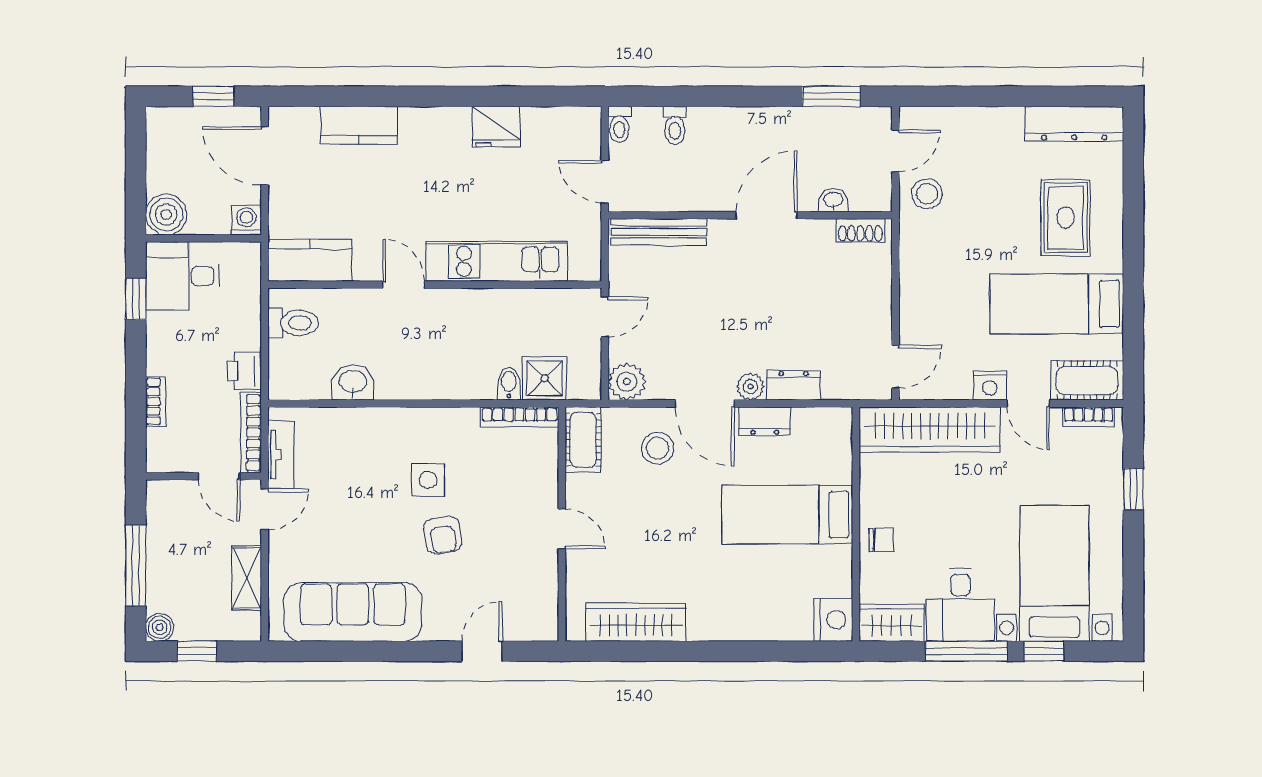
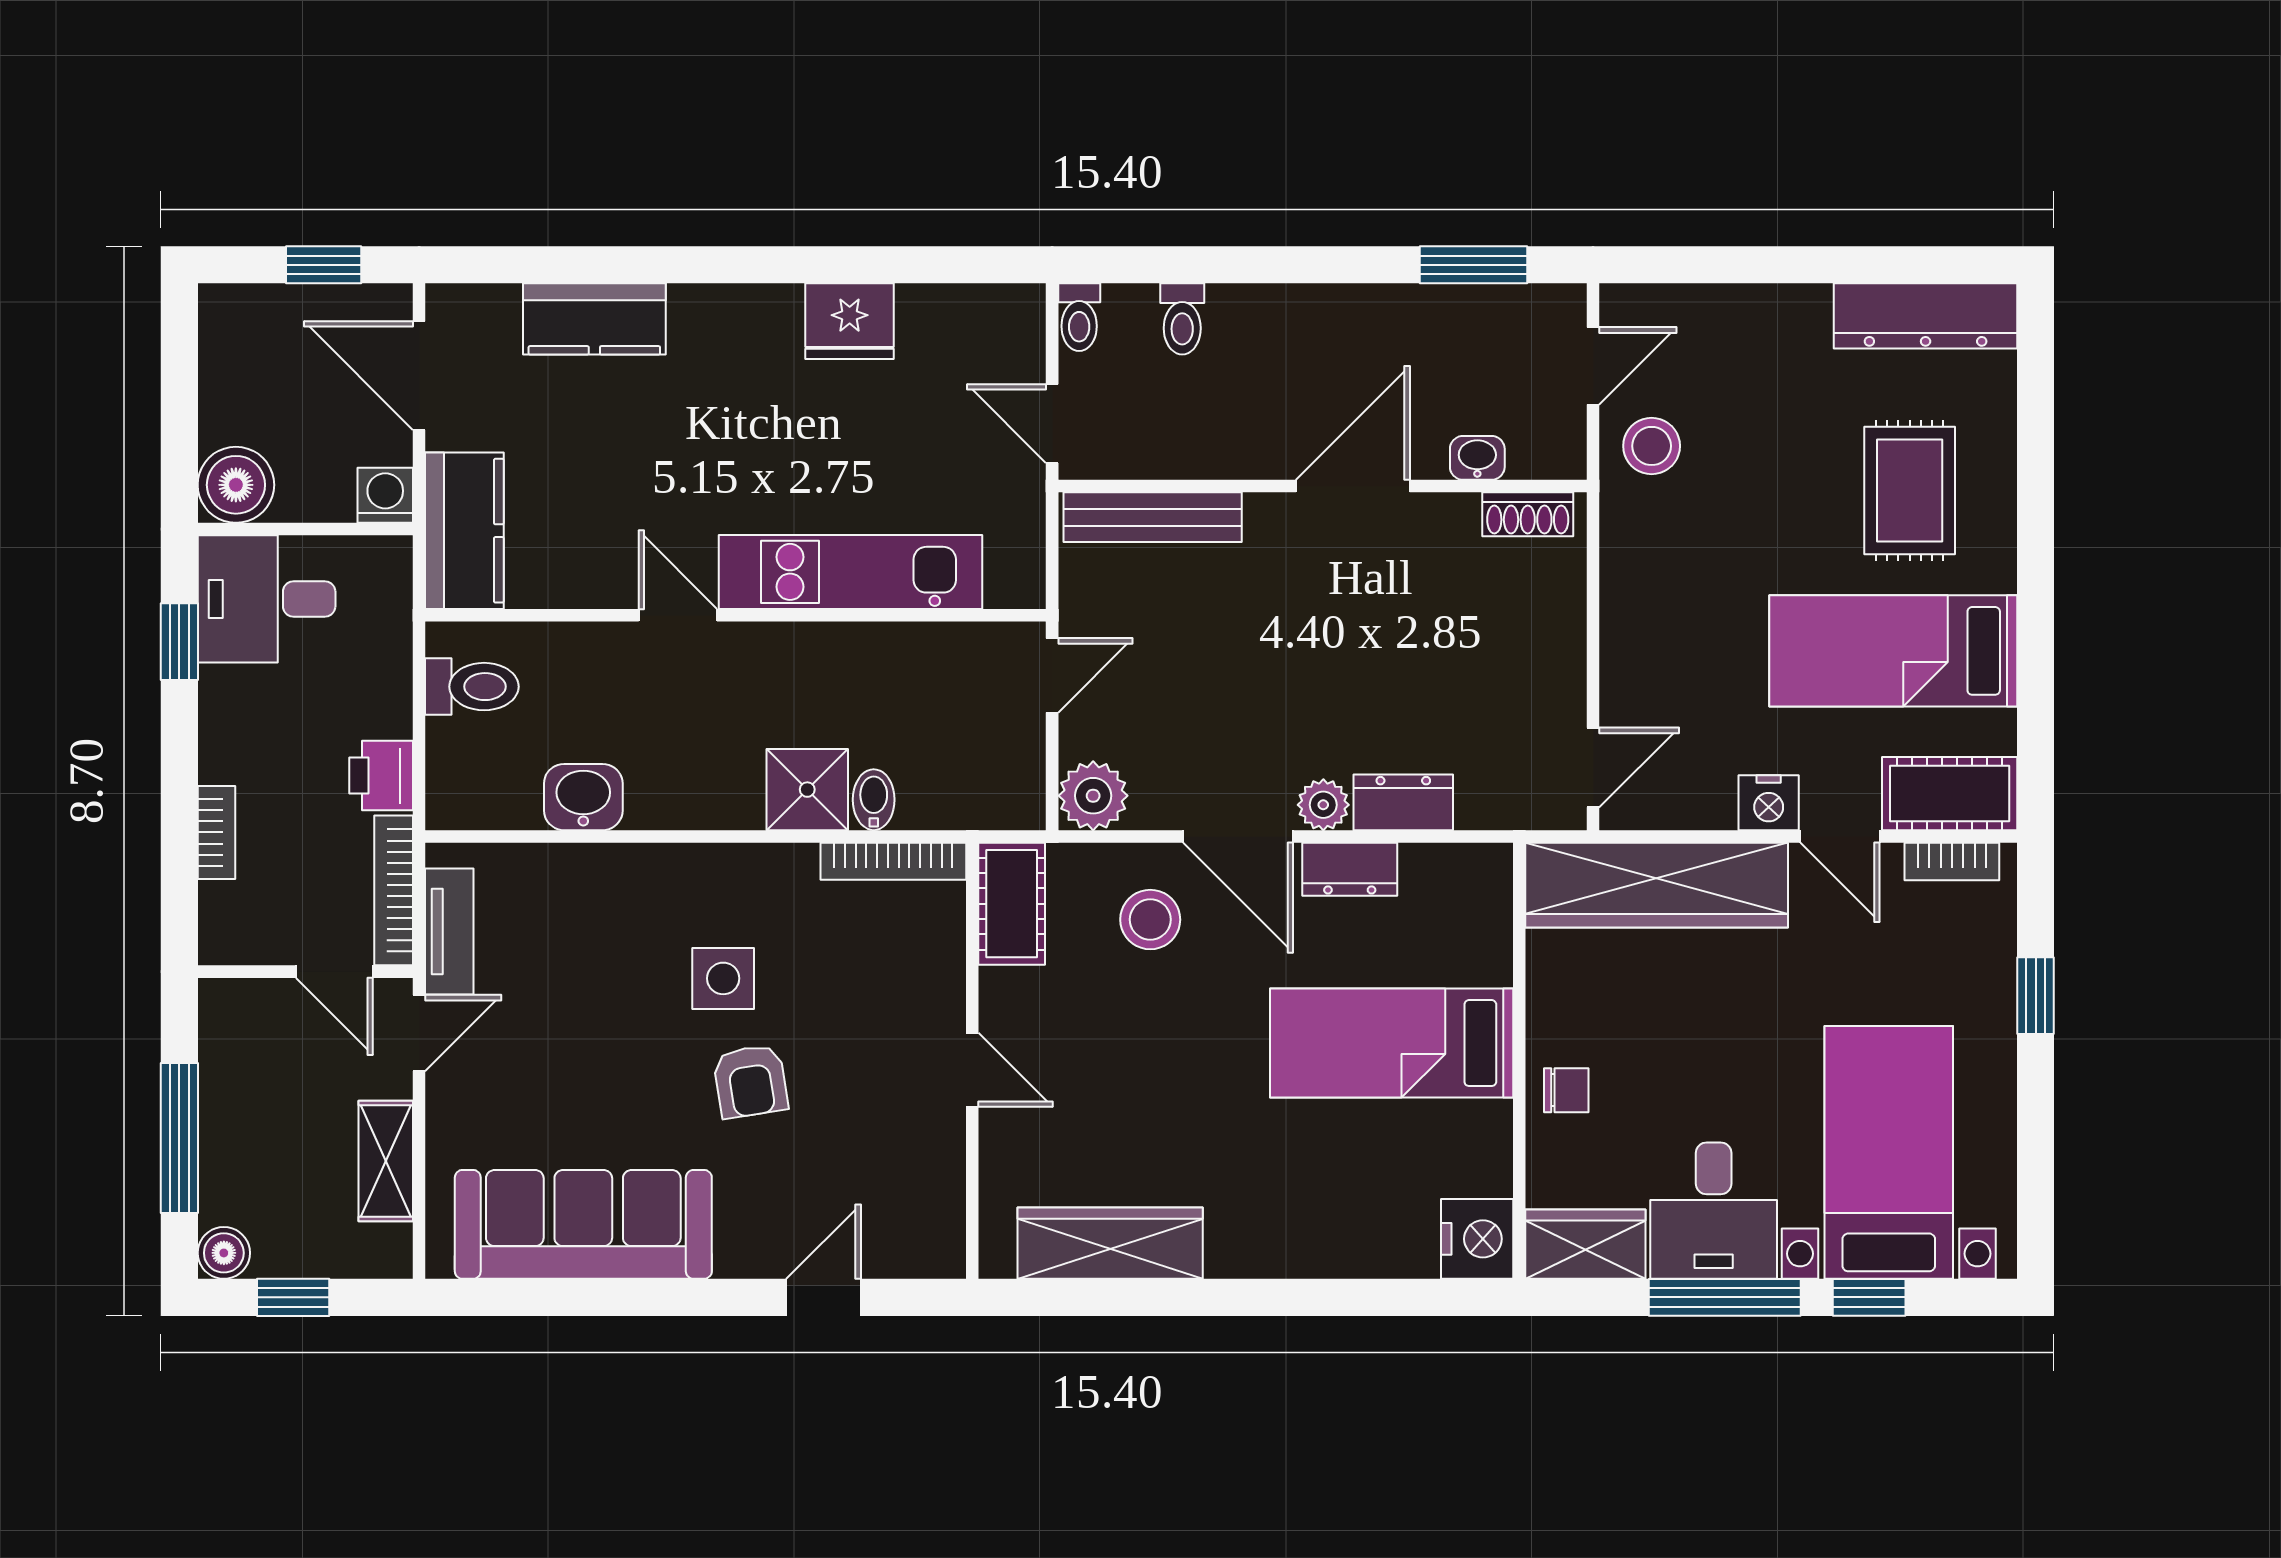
kitchen counter: (310, 260) -> (464, 531), moved, turned 90
shower: (545, 378) -> (807, 790), moved

